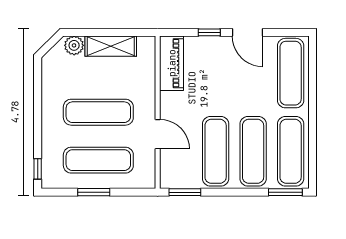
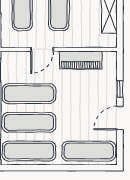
piano: (172, 63) -> (81, 60), moved

